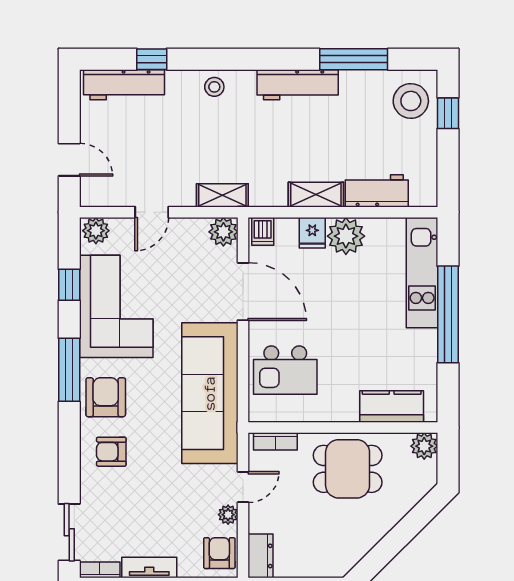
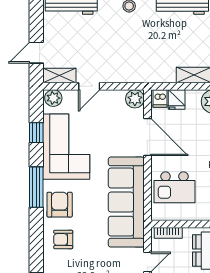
door: (69, 160) -> (36, 53), swing flipped
shelving: (222, 195) -> (59, 75), moved
fridge: (312, 233) -> (177, 99), moved

